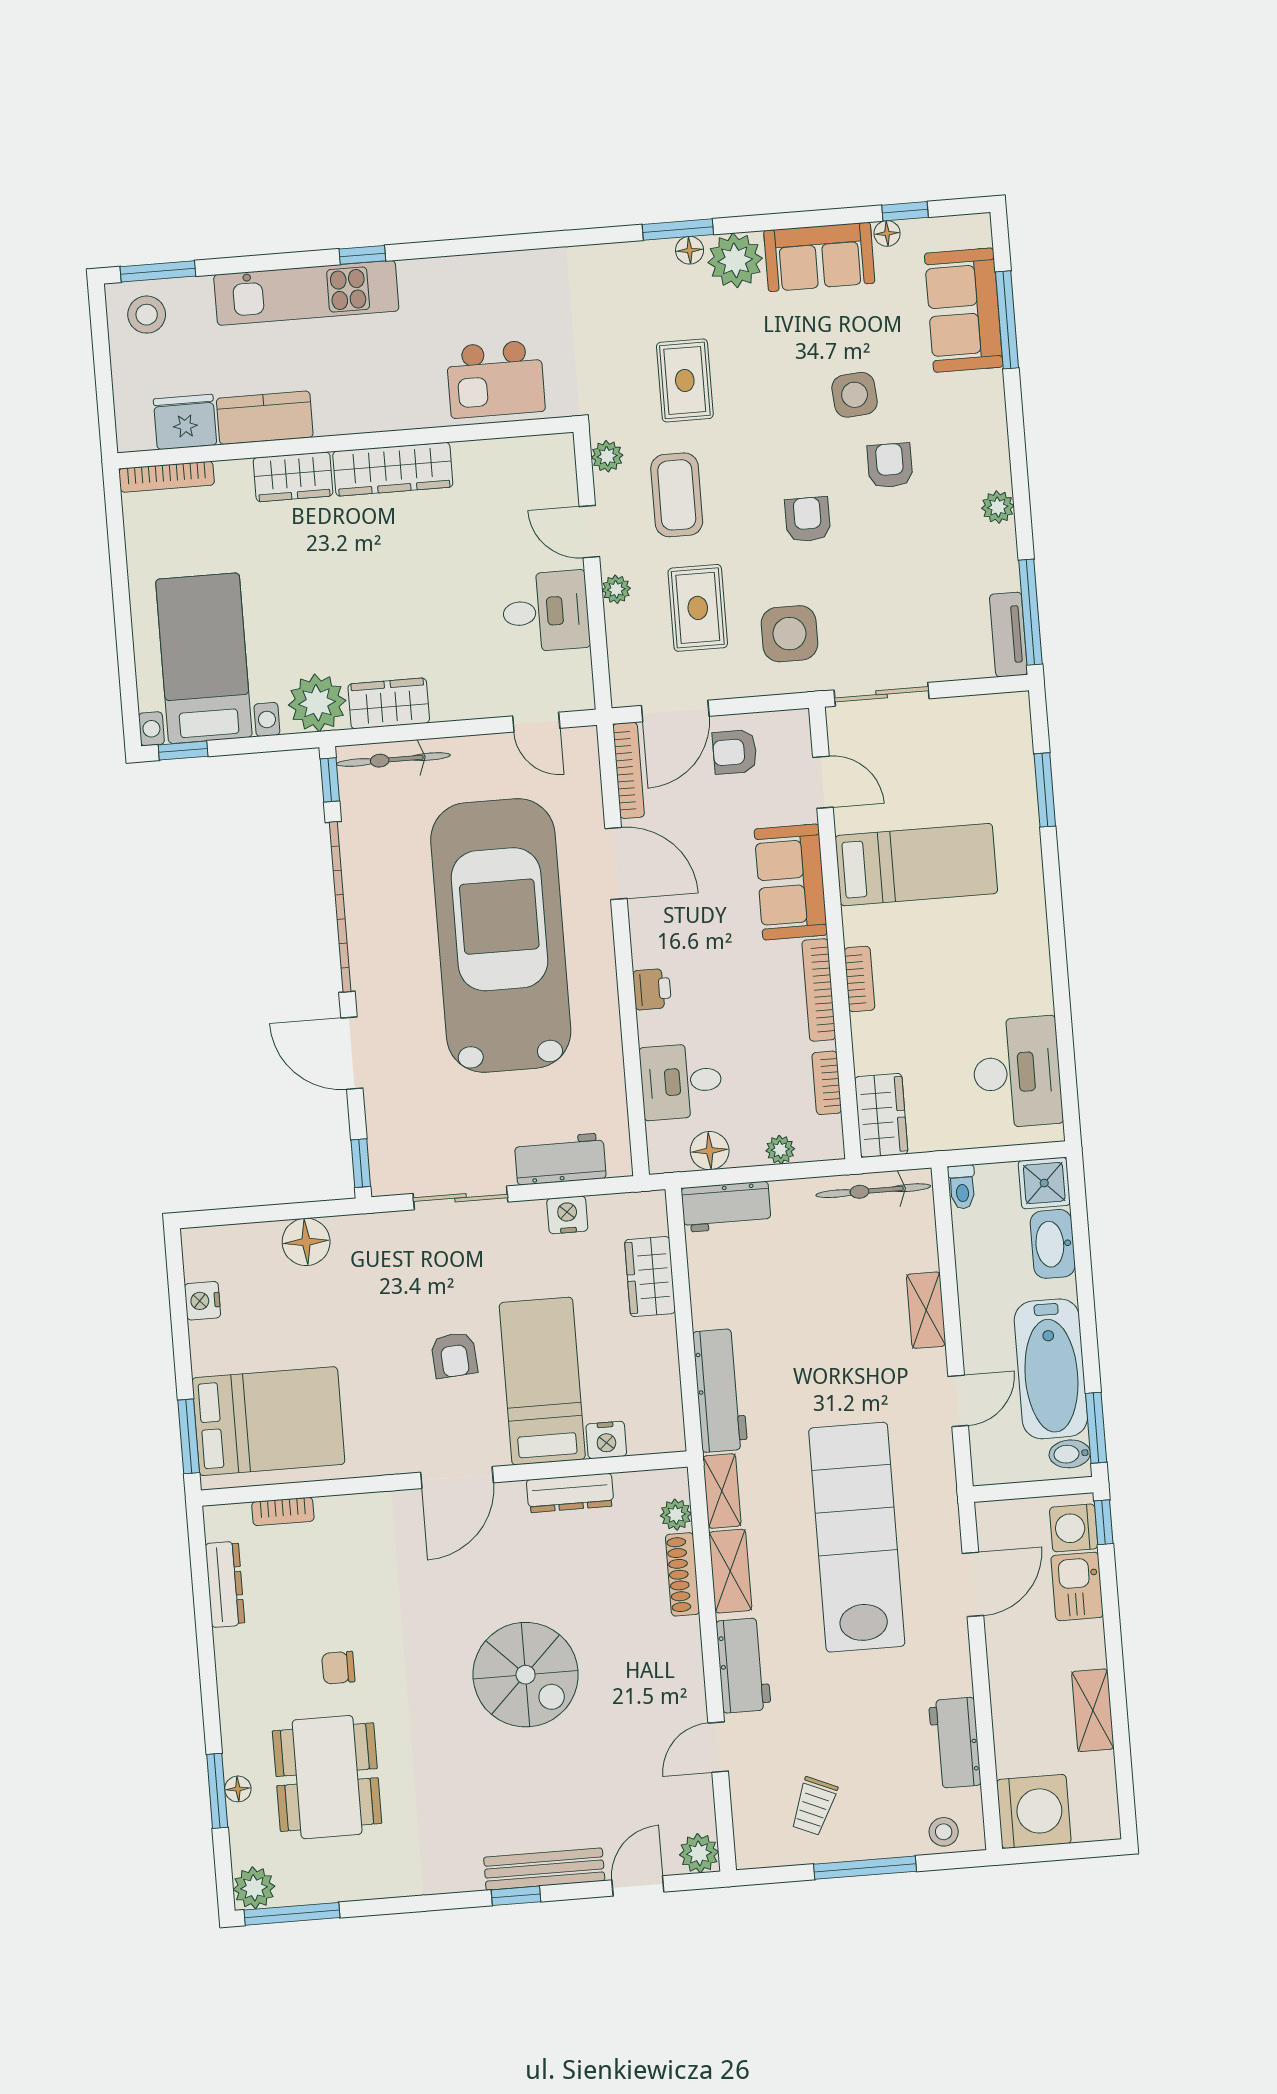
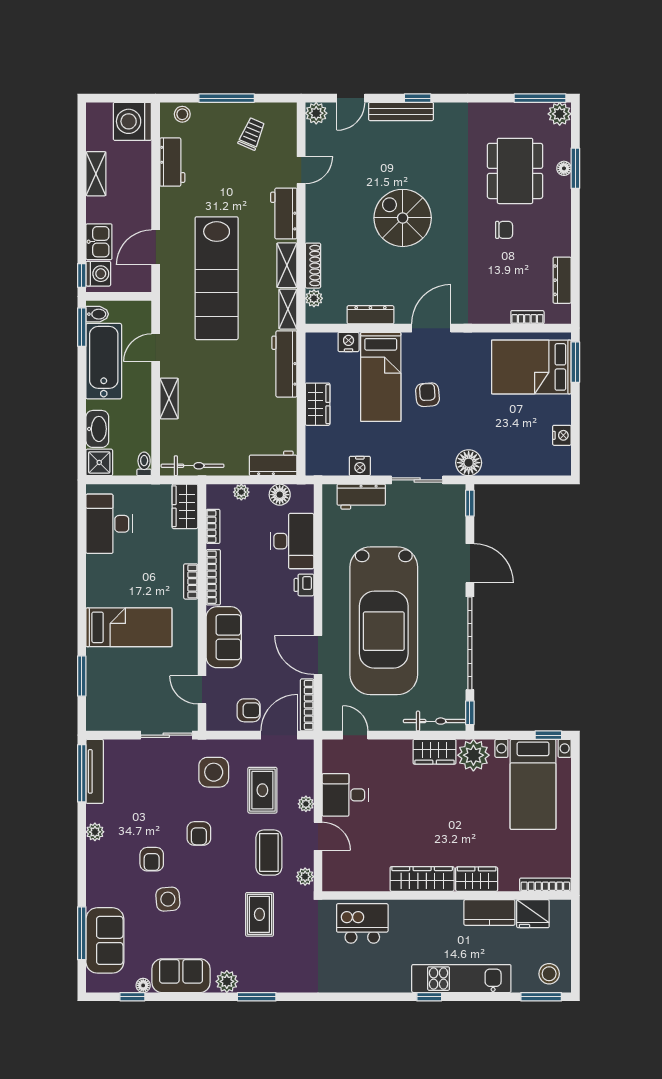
floor lamp: (690, 250) -> (251, 985), removed
plant: (735, 260) -> (227, 981), width x0.73, depth x0.73
tv unit: (1009, 635) -> (95, 771), width x1.41
bed: (916, 865) -> (129, 627), moved, turned 180
desk: (681, 1081) -> (292, 541), width x1.37
floor lamp: (306, 1242) -> (469, 463), moved
wardrobe: (650, 1277) -> (318, 404), moved

